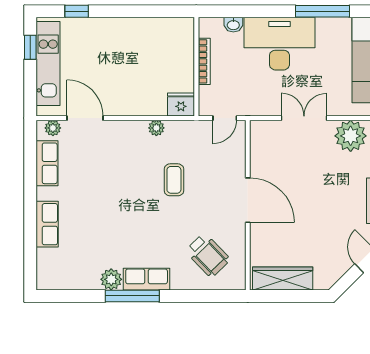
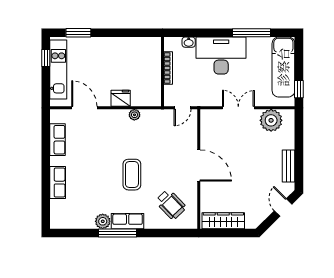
window: (77, 11) -> (78, 33), width x1.50
fridge: (181, 105) -> (121, 98), moved
plant: (53, 128) -> (62, 115), removed
coffee table: (174, 180) -> (132, 175), moved, width x1.36, depth x1.30

